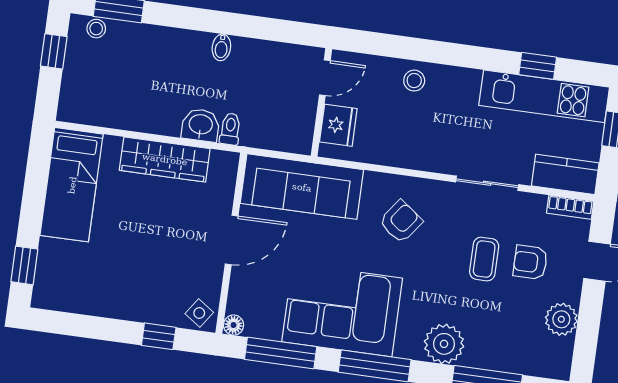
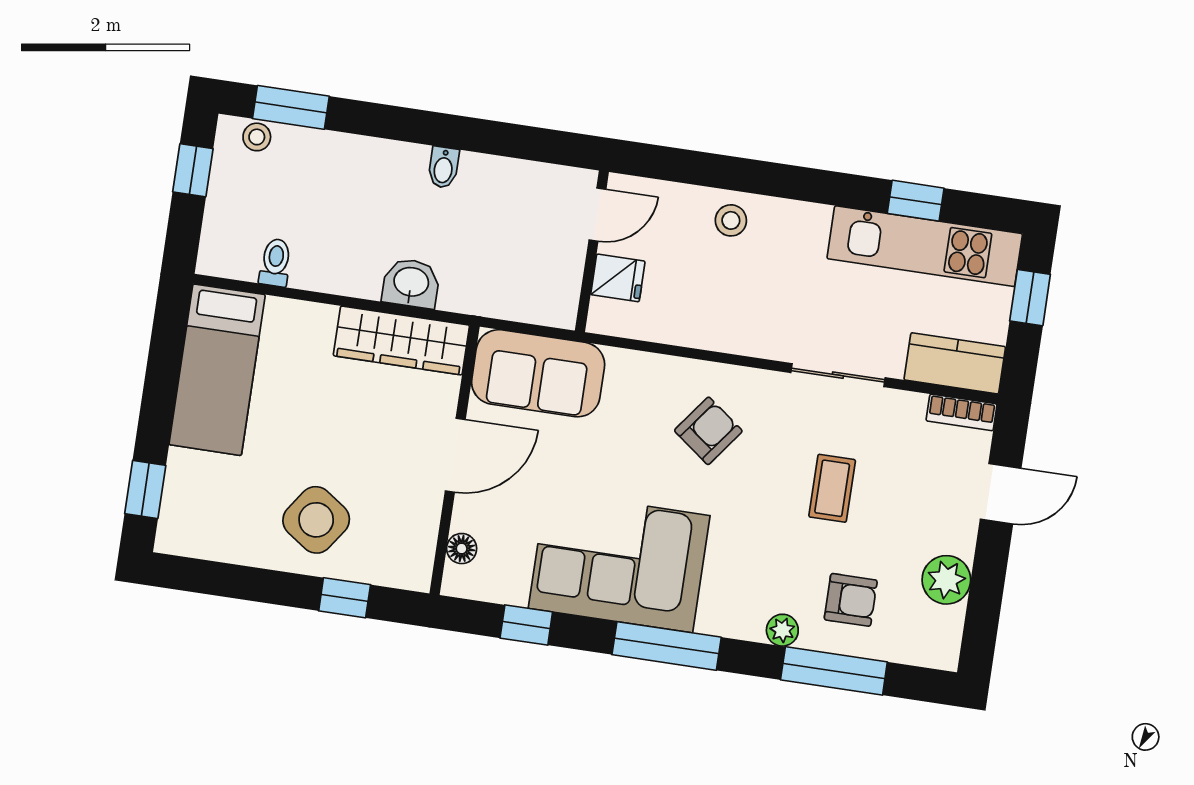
fridge: (338, 125) -> (618, 278), width x0.72
toilet: (230, 129) -> (275, 262), moved
wardrobe: (165, 159) -> (401, 340), moved
sofa: (302, 187) -> (538, 373), width x0.73
armchair: (530, 262) -> (851, 600), moved, turned 180
side table: (199, 313) -> (316, 520), moved, width x1.87, depth x1.87
floor lamp: (234, 325) -> (462, 549), moved
plant: (444, 344) -> (782, 630), width x0.53, depth x0.53
window: (281, 353) -> (526, 625), width x0.46

